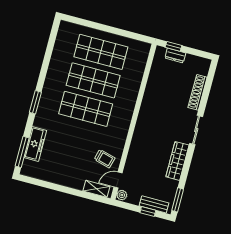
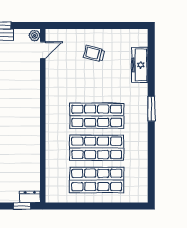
dresser: (175, 55) -> (30, 197), moved
window: (22, 152) -> (151, 53), removed
trolley: (105, 159) -> (94, 53), moved
shelving: (96, 189) -> (63, 35), removed

